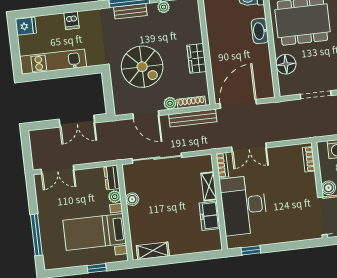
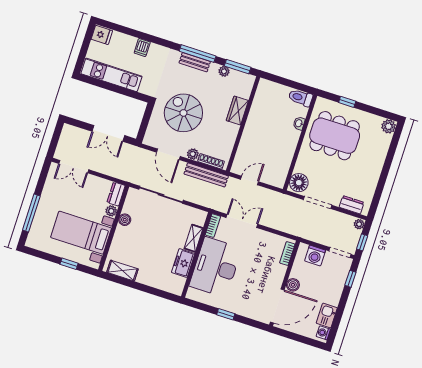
washbasin: (260, 31) -> (299, 123), width x0.52, depth x0.69
wardrobe: (197, 58) -> (237, 111), moved
floor lamp: (286, 64) -> (299, 183), moved
spiral stairs: (142, 67) -> (183, 113), turned 180
door: (238, 104) -> (250, 181), width x0.53
double door: (249, 147) -> (242, 221), swing flipped
window: (251, 250) -> (226, 314), moved

